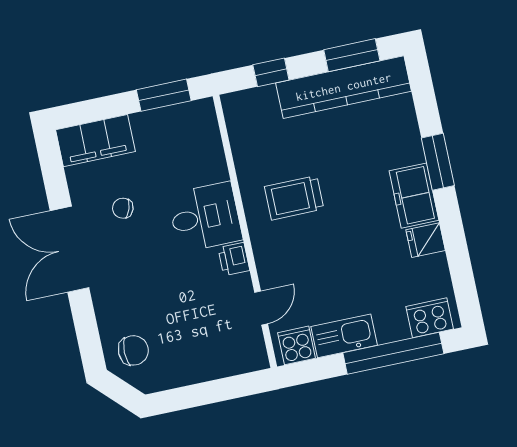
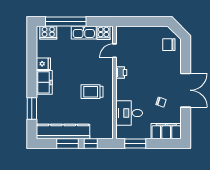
window: (352, 55) -> (68, 144), moved
window: (438, 162) -> (32, 108), moved
trolley: (294, 198) -> (92, 92), turned 180
desk: (205, 217) -> (129, 113), moved

